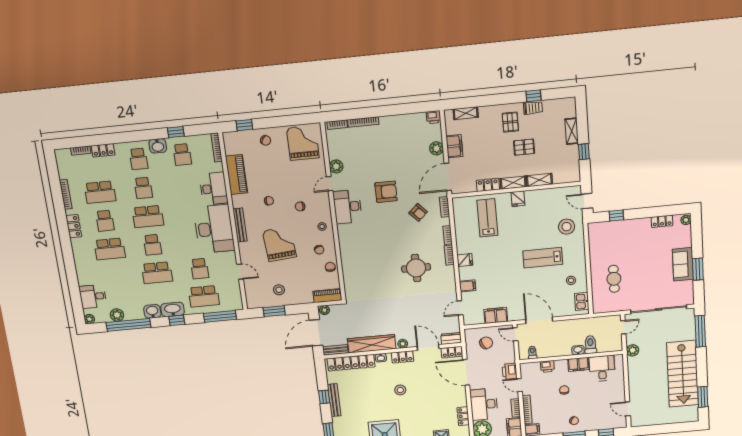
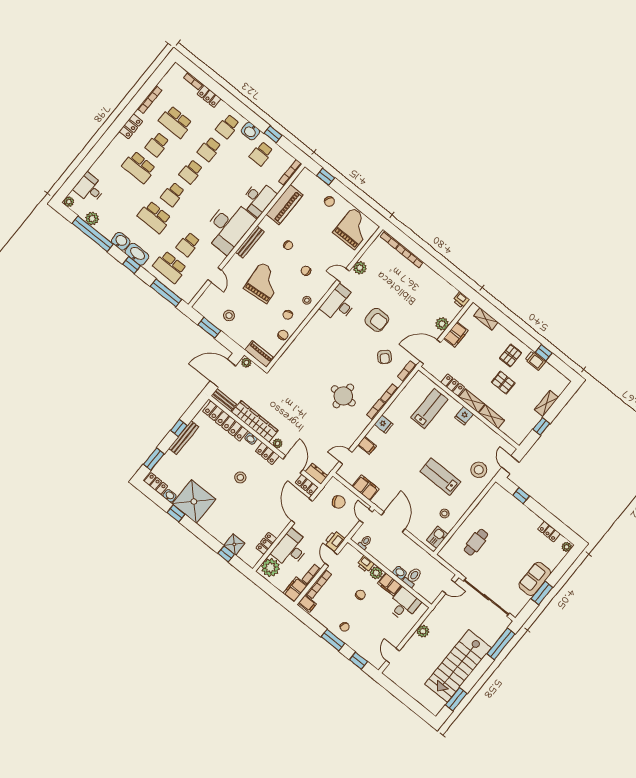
school desk: (148, 217) -> (191, 172), width x0.54
plant: (633, 350) -> (423, 631), moved
plant: (561, 365) -> (376, 573), added

